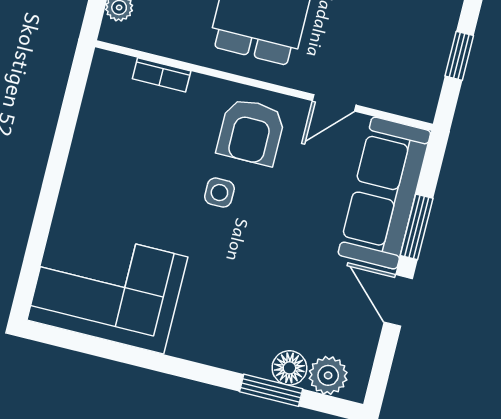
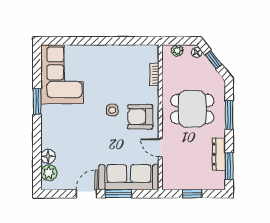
window: (271, 390) -> (37, 101), moved

